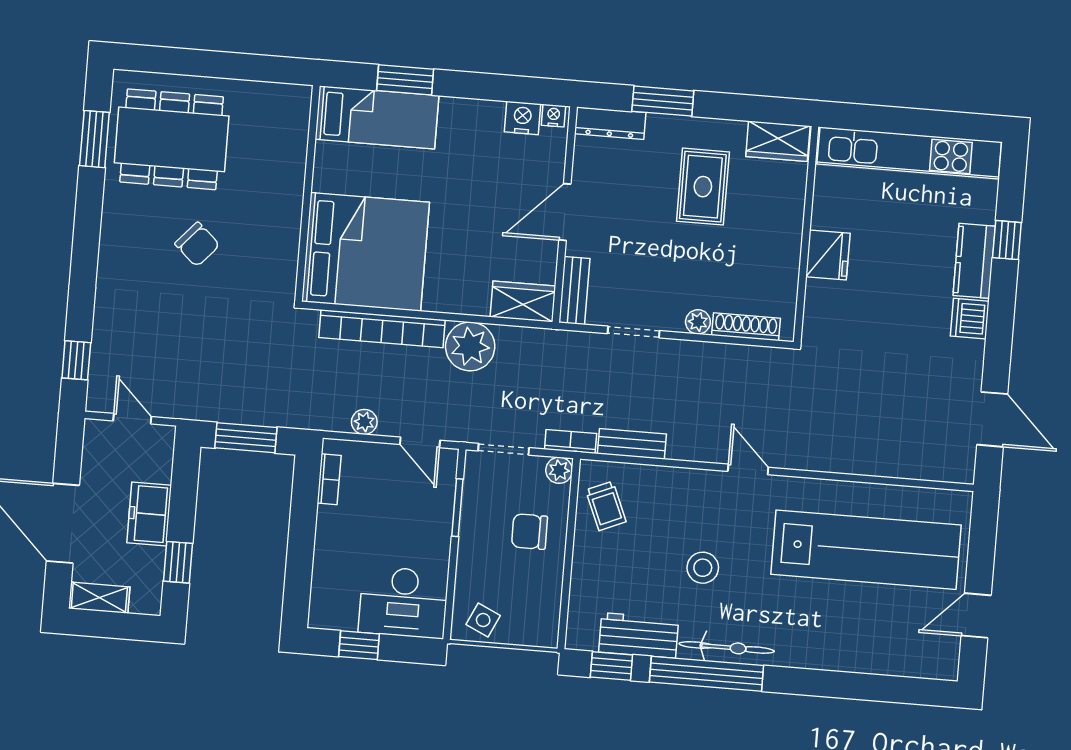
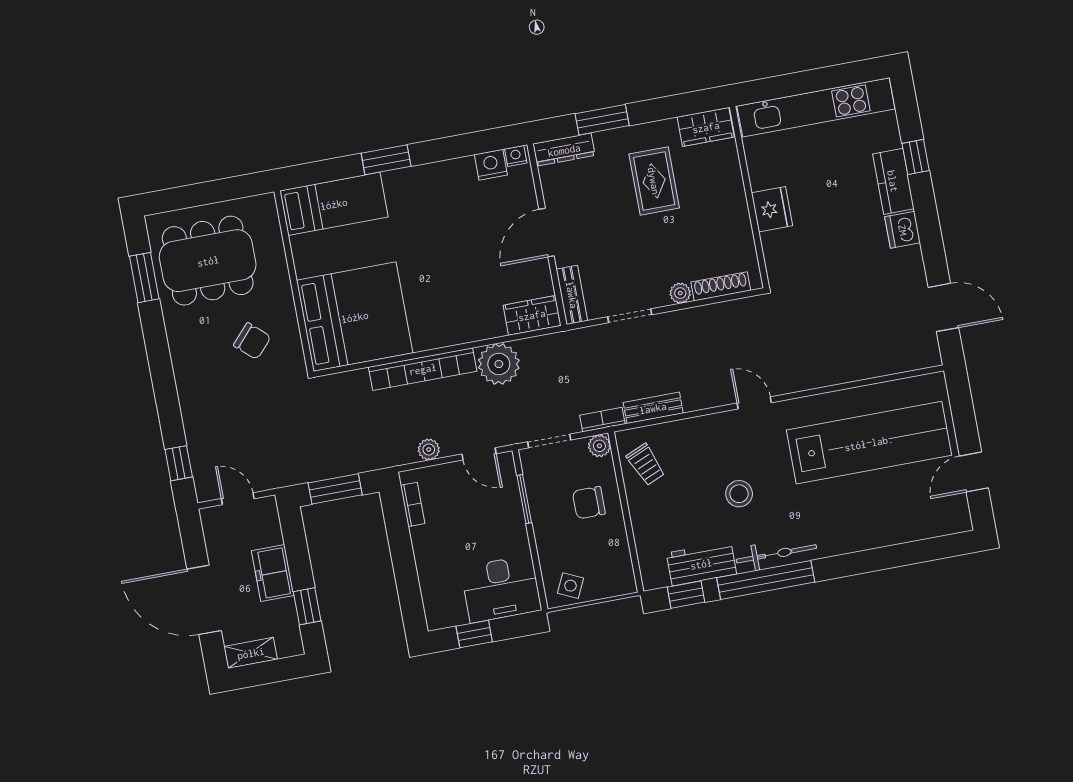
bed: (377, 117) -> (334, 204), moved
wall: (307, 193) -> (294, 282), moved
bed: (366, 252) -> (355, 317), moved

